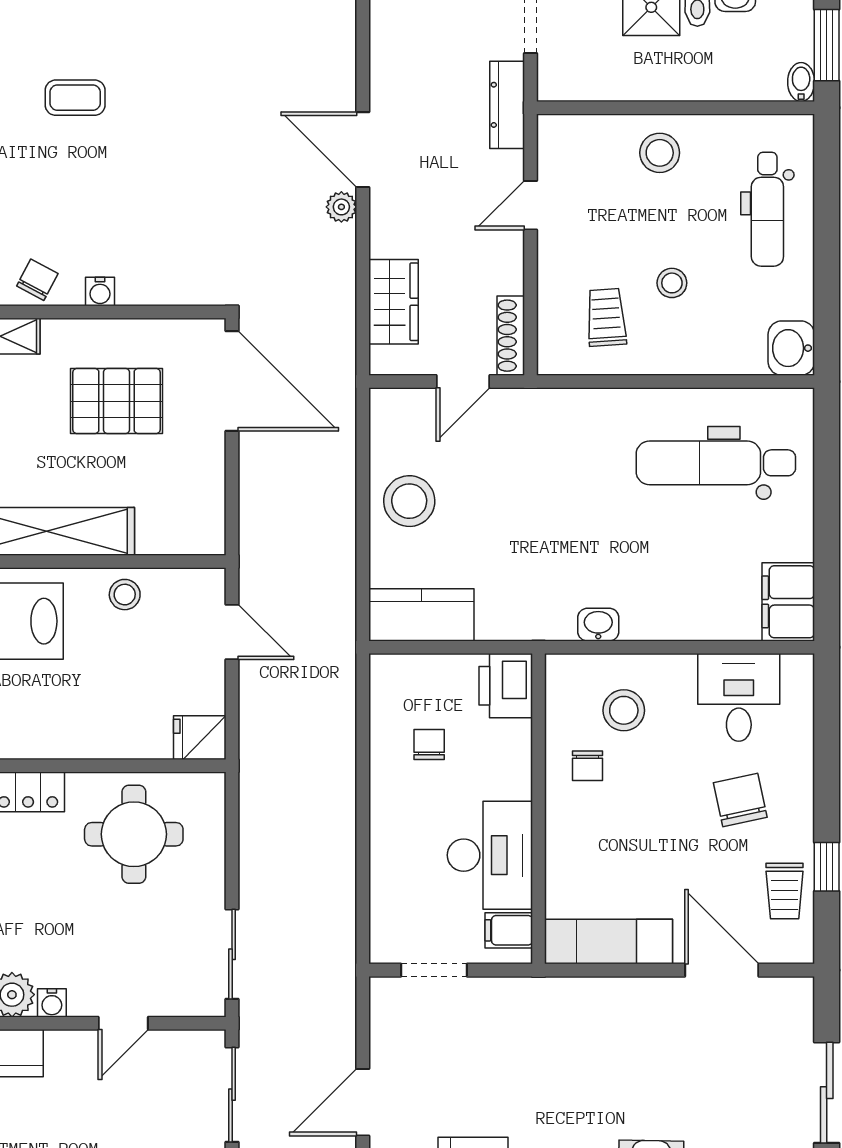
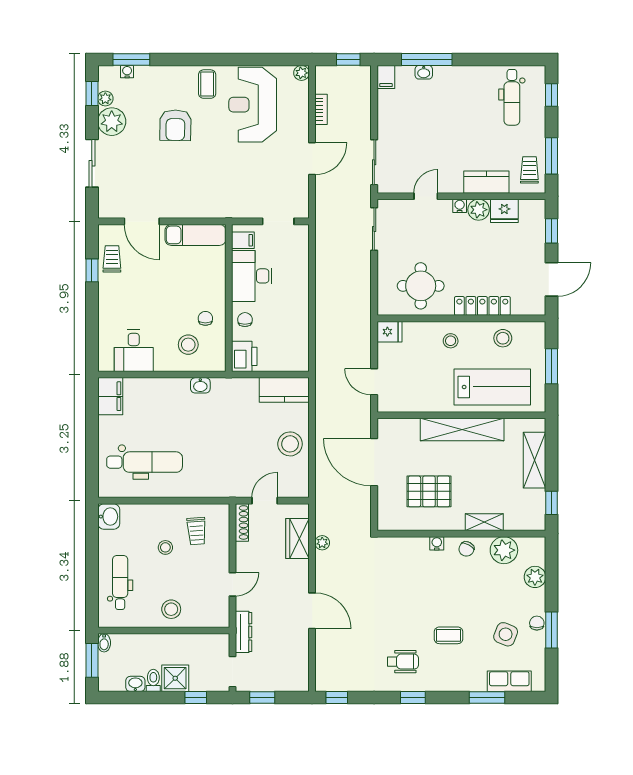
wheelchair: (171, 42) -> (403, 662), added
plant: (341, 207) -> (322, 543), moved
door: (232, 381) -> (374, 462), moved
stool: (125, 595) -> (451, 341), moved
chair: (429, 744) -> (245, 320), moved, turned 180
chair: (740, 800) -> (133, 302), removed

